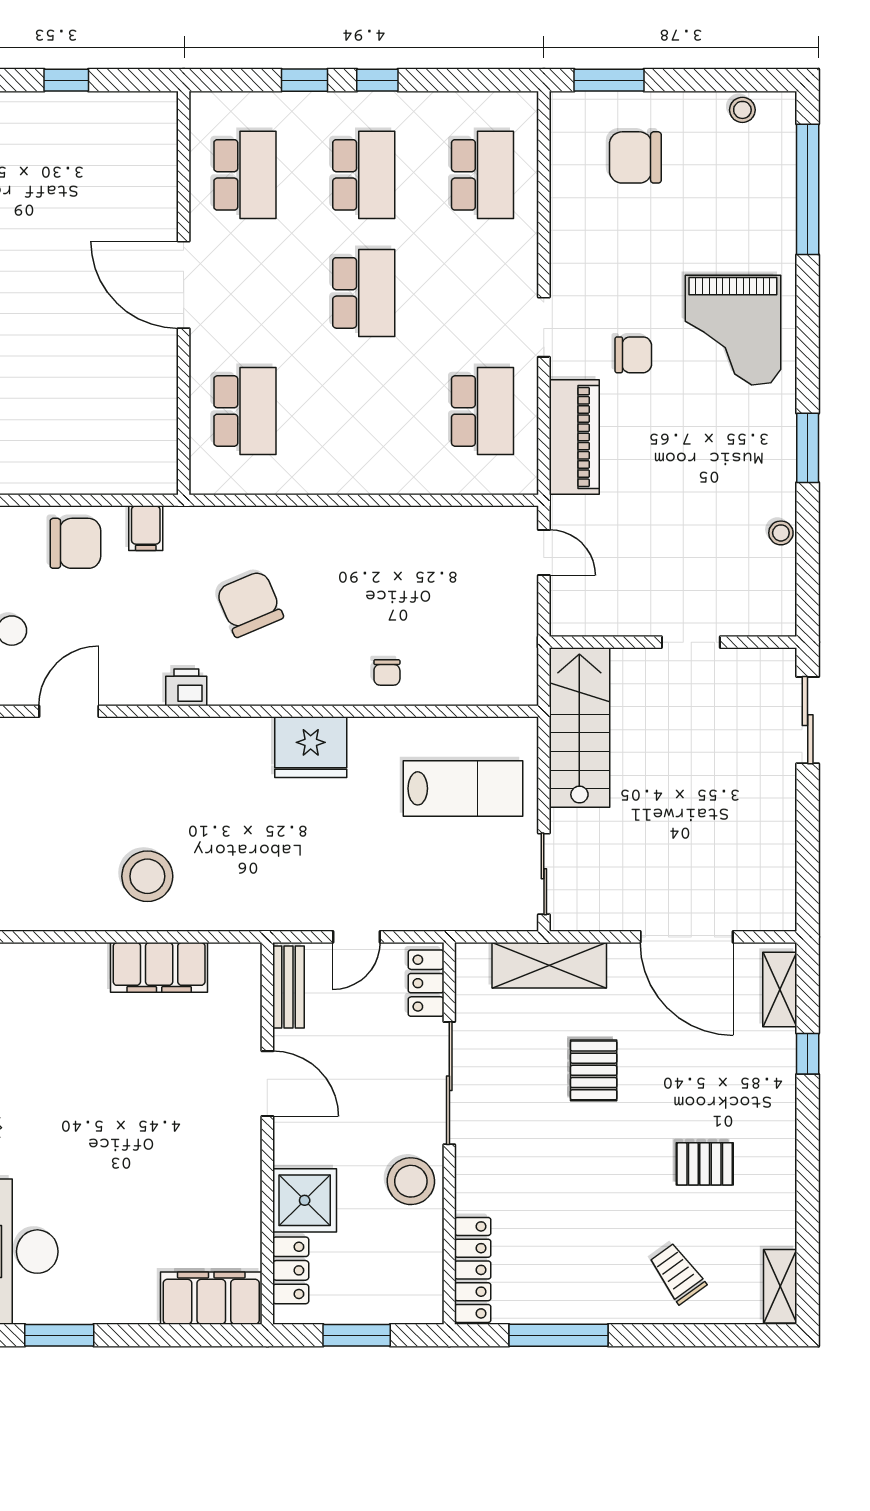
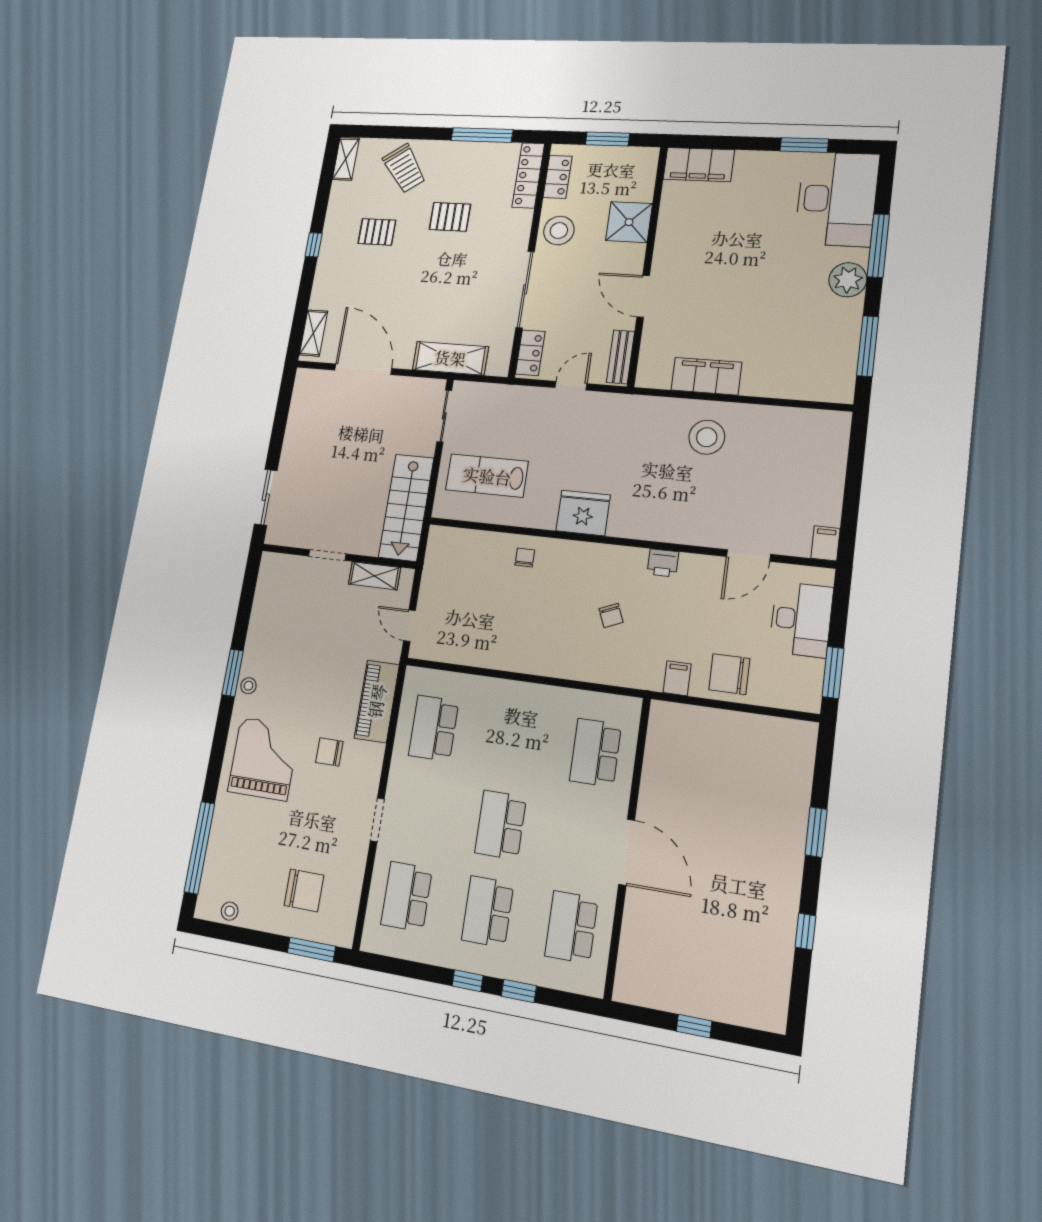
doorway: (544, 327) -> (377, 820), moved
stool: (781, 533) -> (248, 686), moved
chair: (250, 604) -> (611, 615), width x0.54, depth x0.54
shelving: (611, 619) -> (374, 576), added
window: (808, 1054) -> (314, 245), moved
pallet: (594, 1070) -> (450, 217), moved, turned 90
locker: (291, 1270) -> (558, 177), moved, turned 180
trolley: (678, 1274) -> (404, 168), width x1.36, depth x1.39

